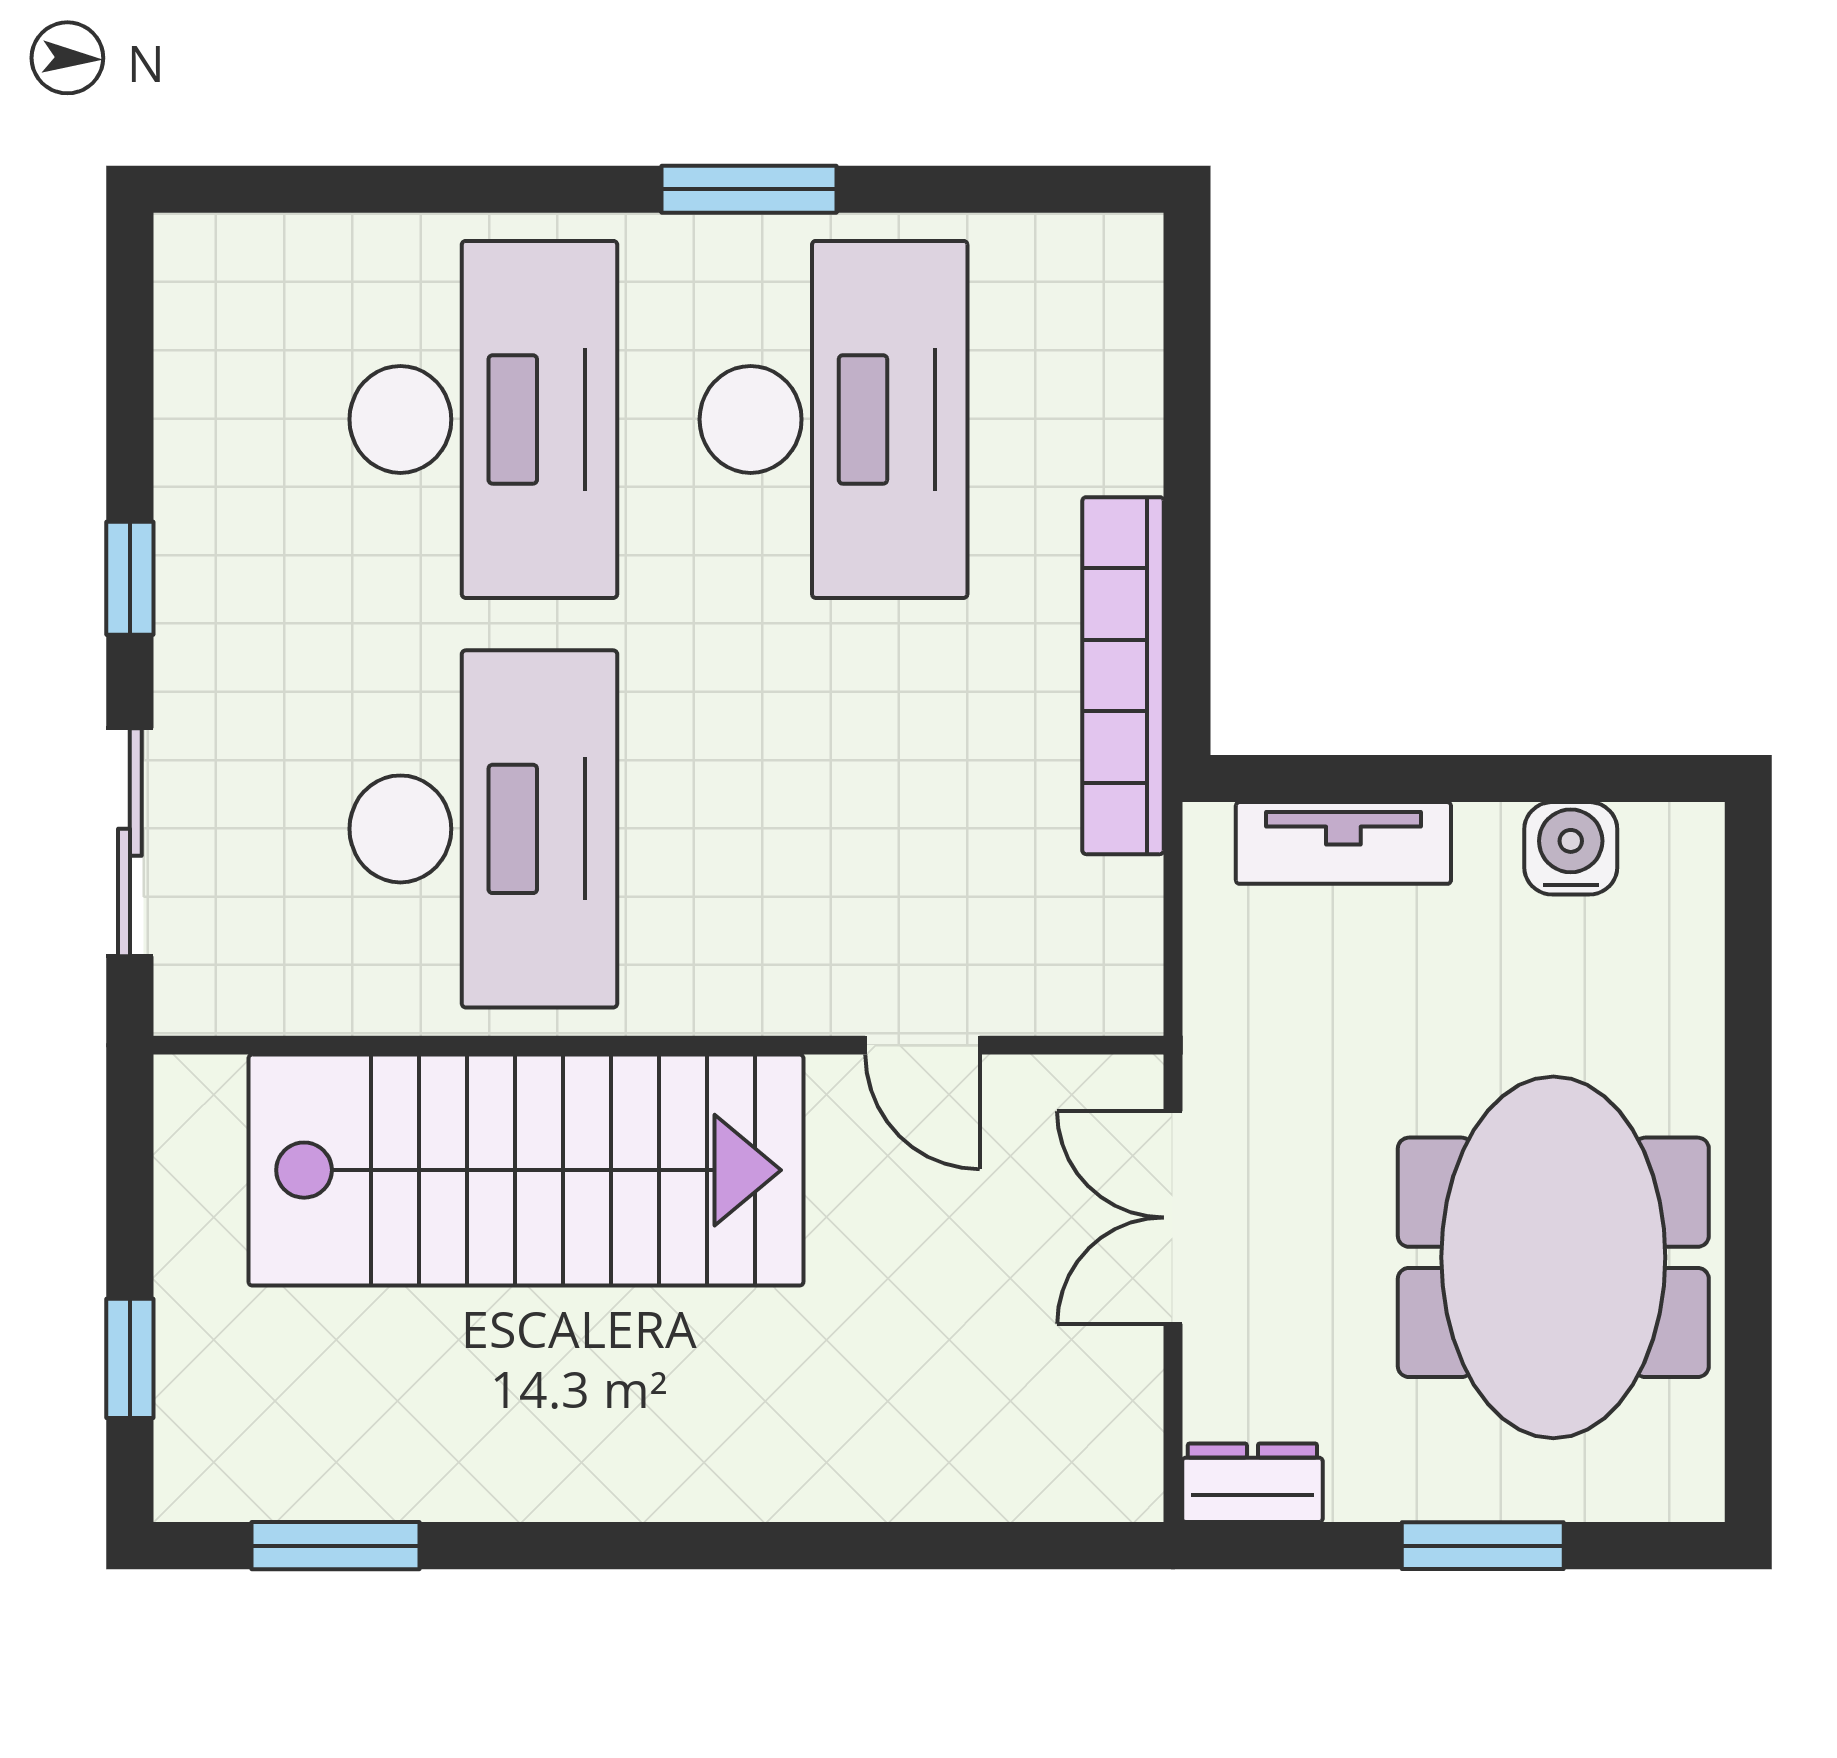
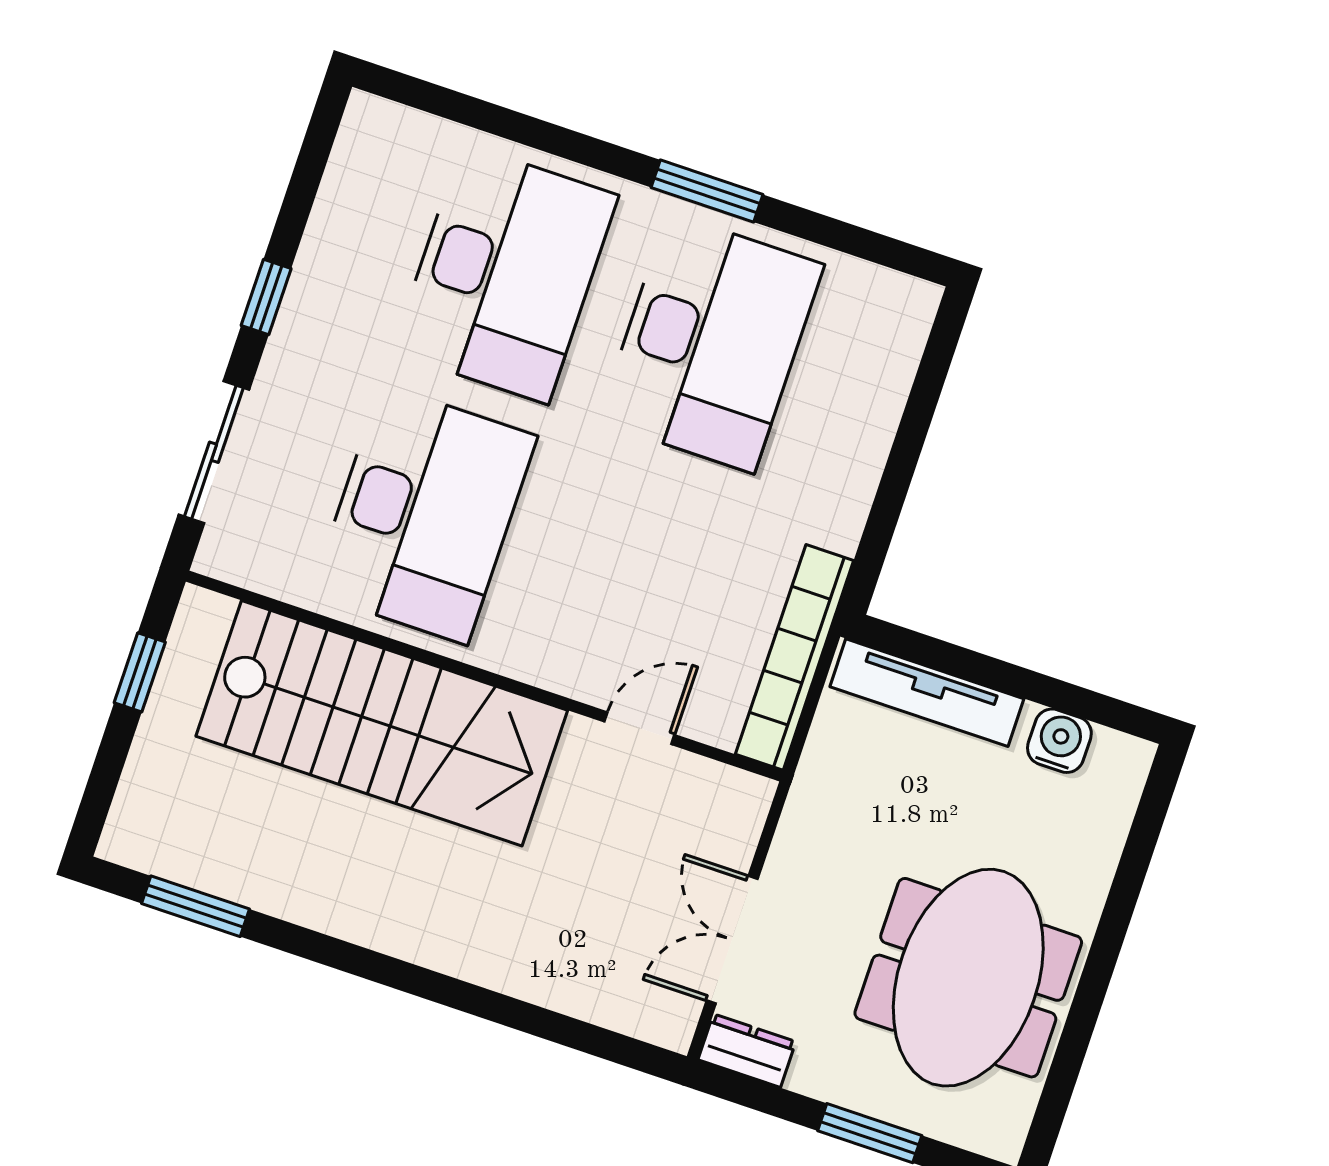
bookcase: (1123, 676) -> (795, 657), moved
tv unit: (1343, 843) -> (927, 693), width x1.41
door: (922, 1045) -> (639, 728), swing flipped
double door: (1173, 1218) -> (732, 940), moved
window: (130, 1358) -> (140, 672), moved

